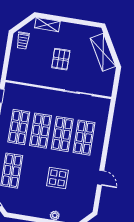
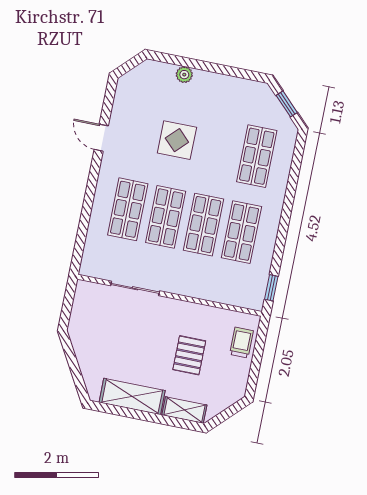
trolley: (23, 40) -> (241, 343), moved
shelving: (103, 52) -> (132, 396), moved, turned -60
pallet: (61, 59) -> (189, 355), moved

